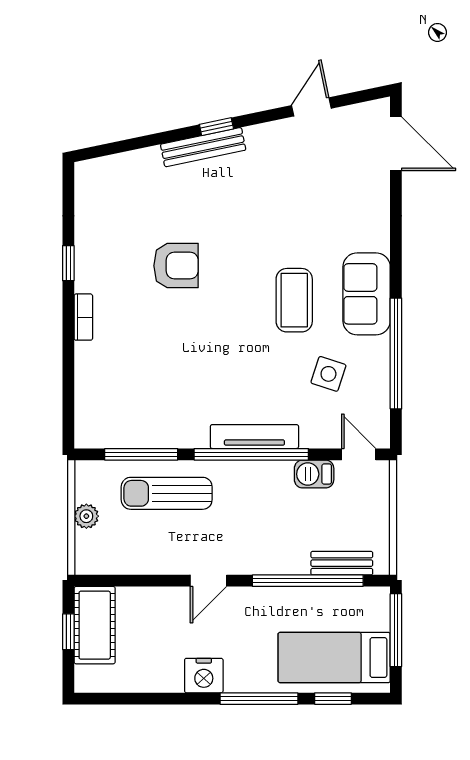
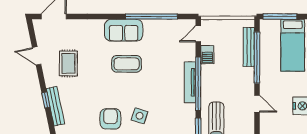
rug: (295, 175) -> (68, 63), added
side table: (328, 374) -> (140, 116), moved
bench: (342, 563) -> (249, 47), width x1.36

